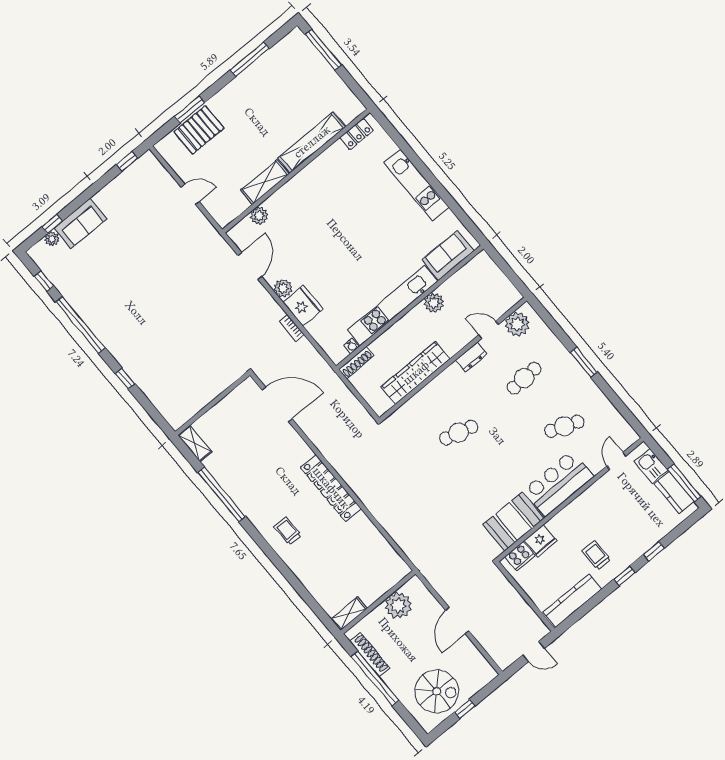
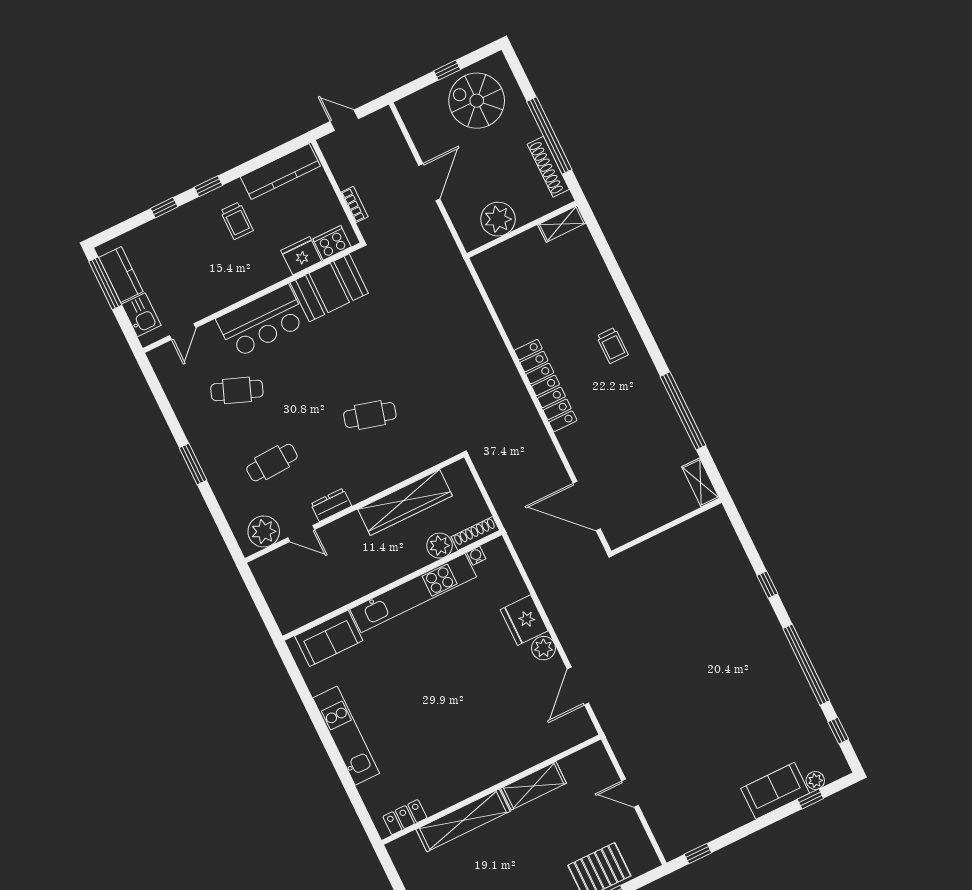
plant: (259, 216) -> (551, 745), removed
plant: (434, 303) -> (440, 546), moved
bookcase: (292, 328) -> (355, 204), moved

